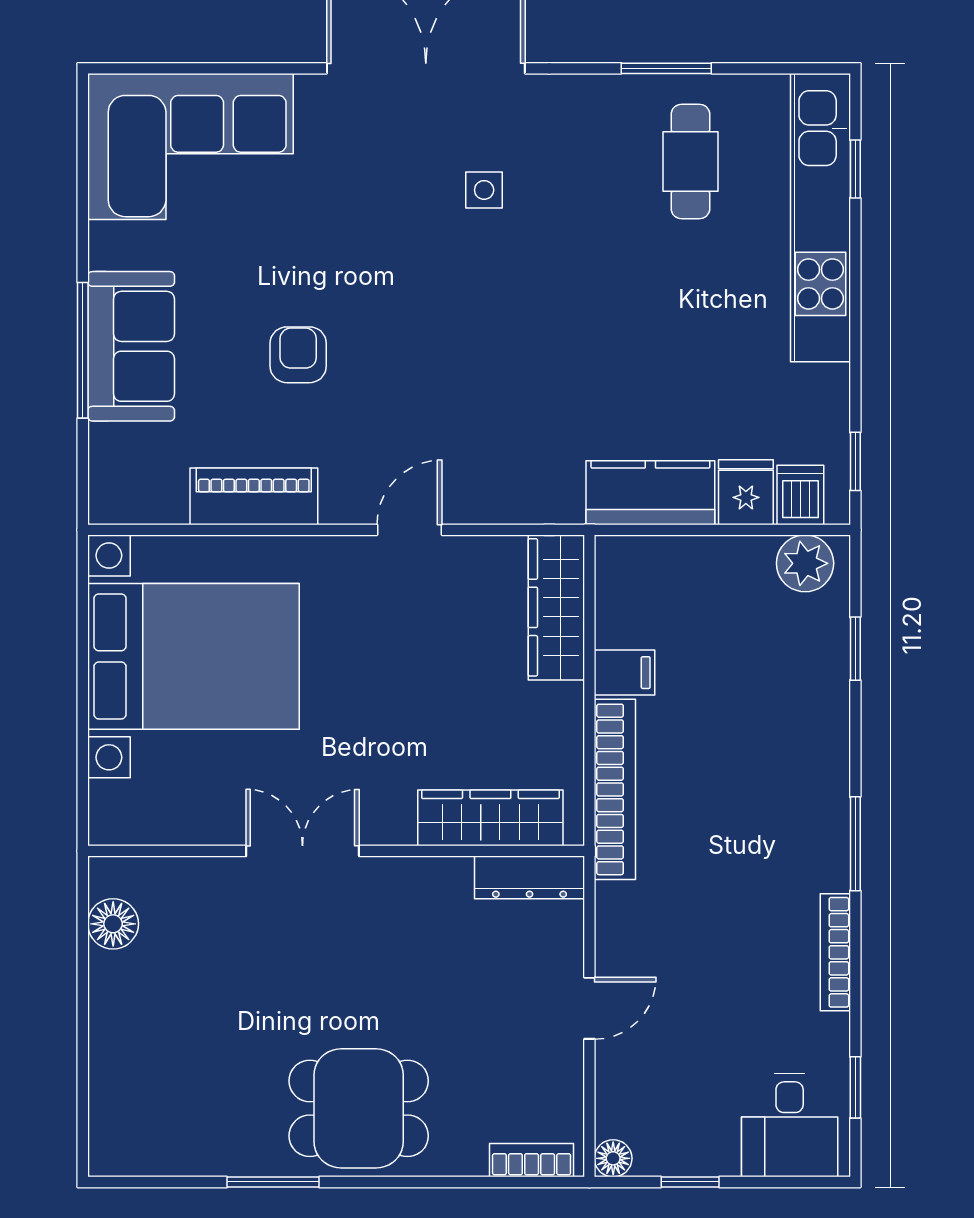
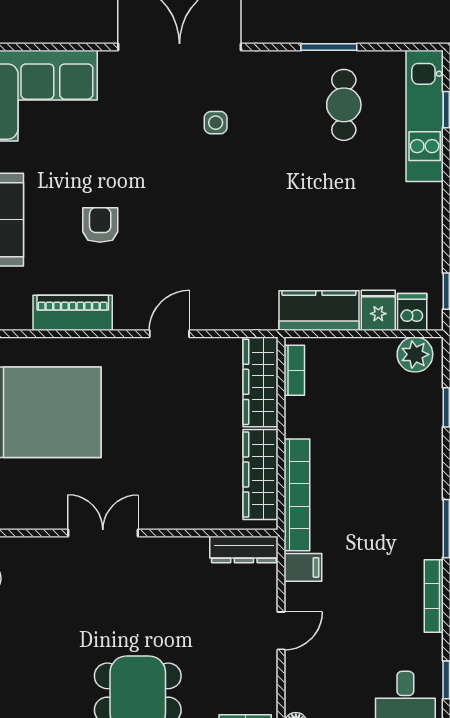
kitchen unit: (820, 218) -> (425, 116), width x0.73
bookcase: (611, 589) -> (294, 370), added
filing cabinet: (625, 673) -> (303, 567), moved
wardrobe: (490, 818) -> (261, 474), moved, turned -90

